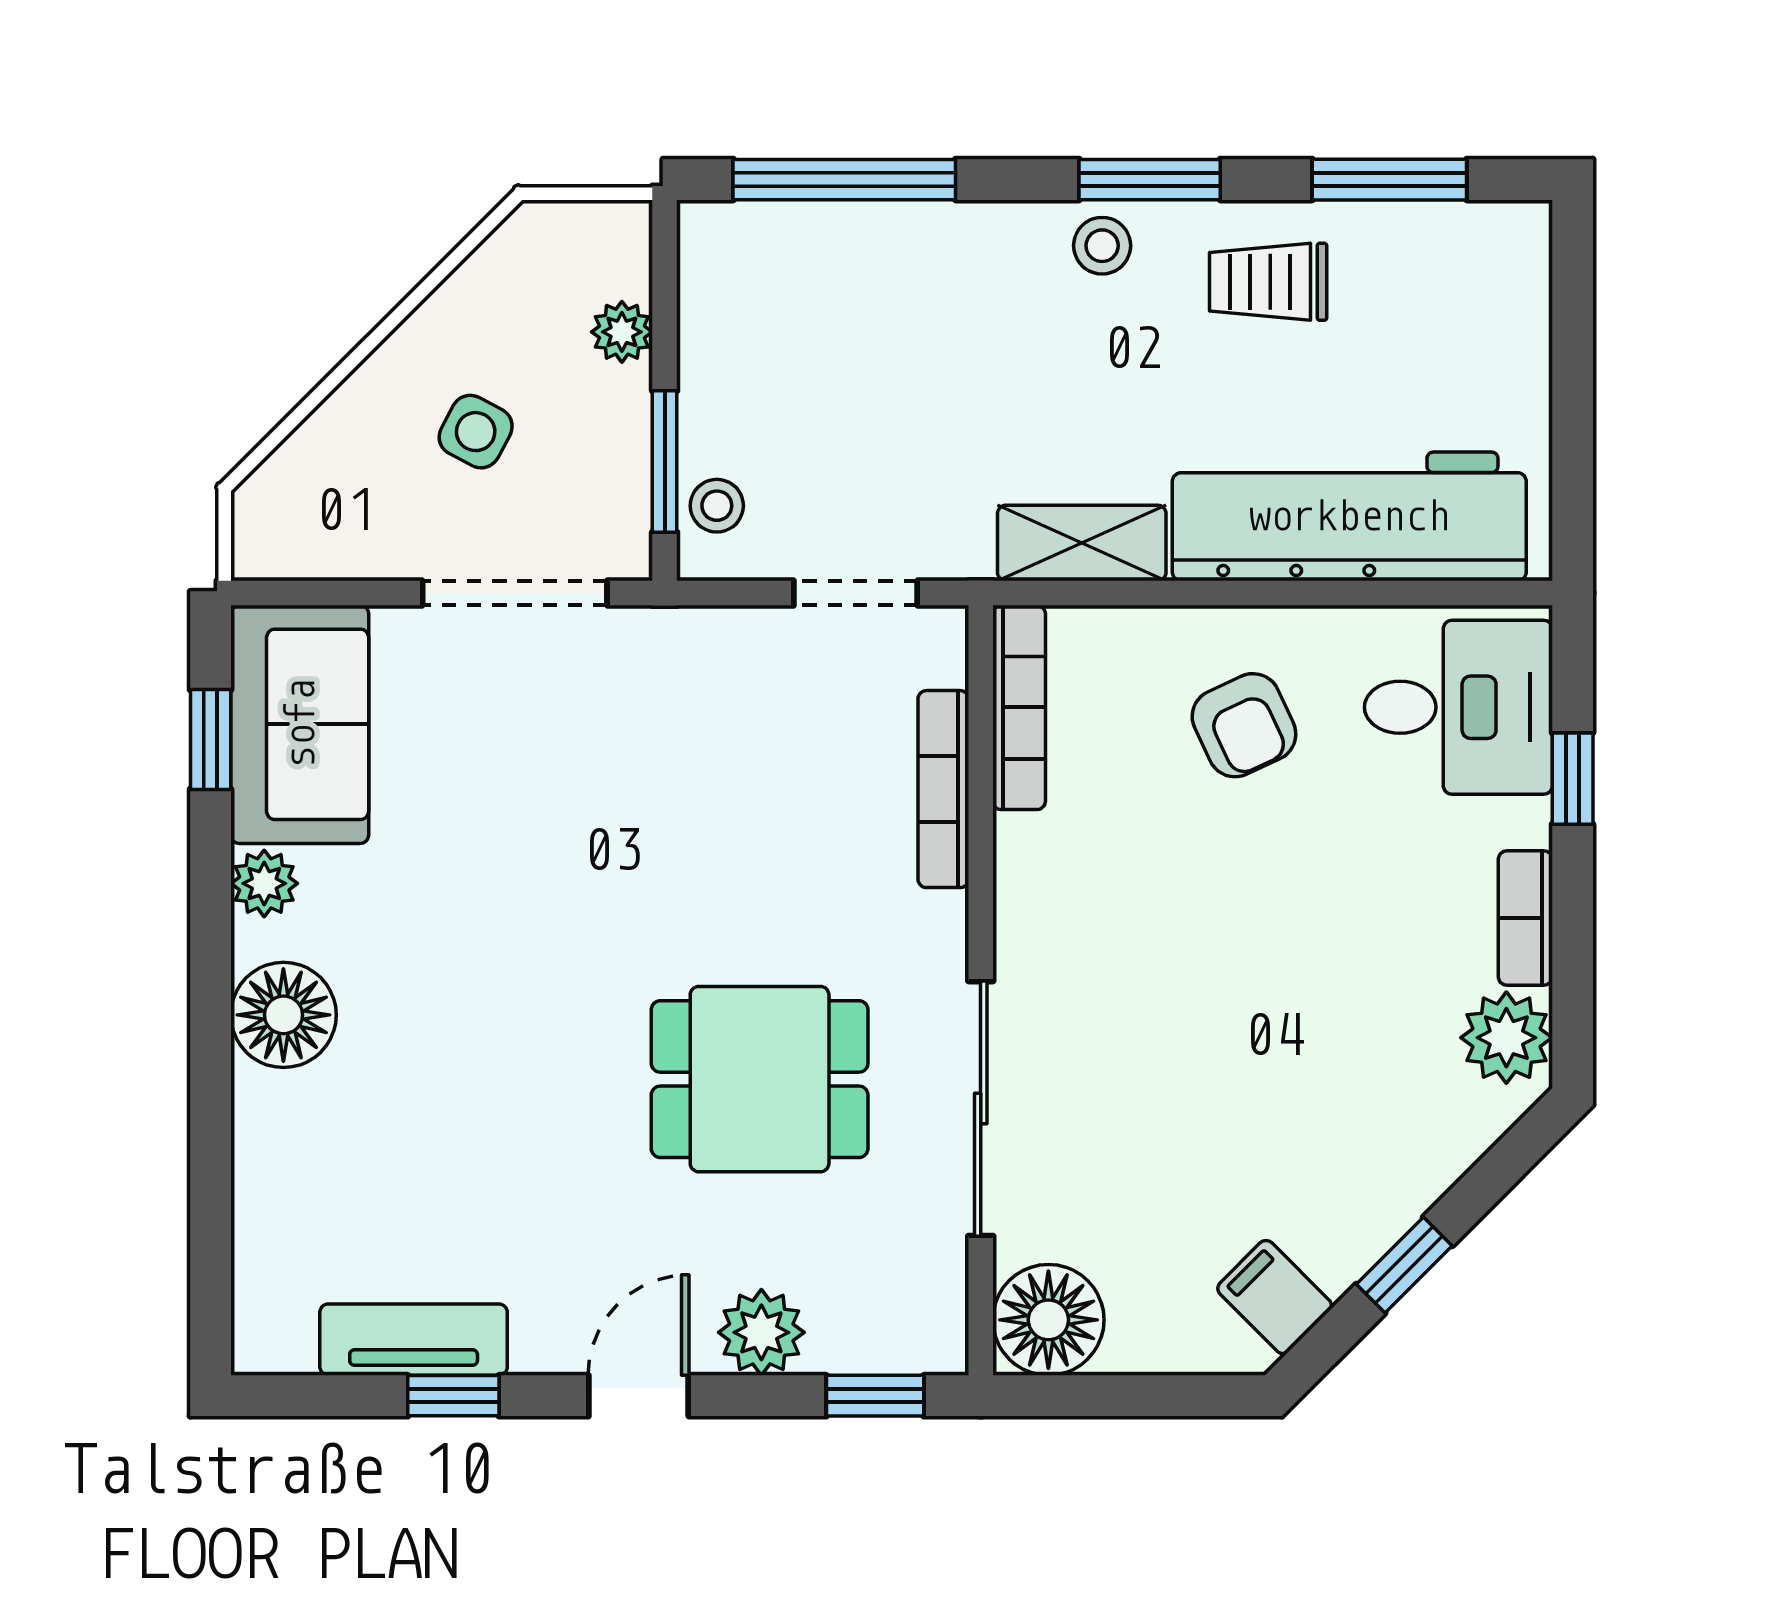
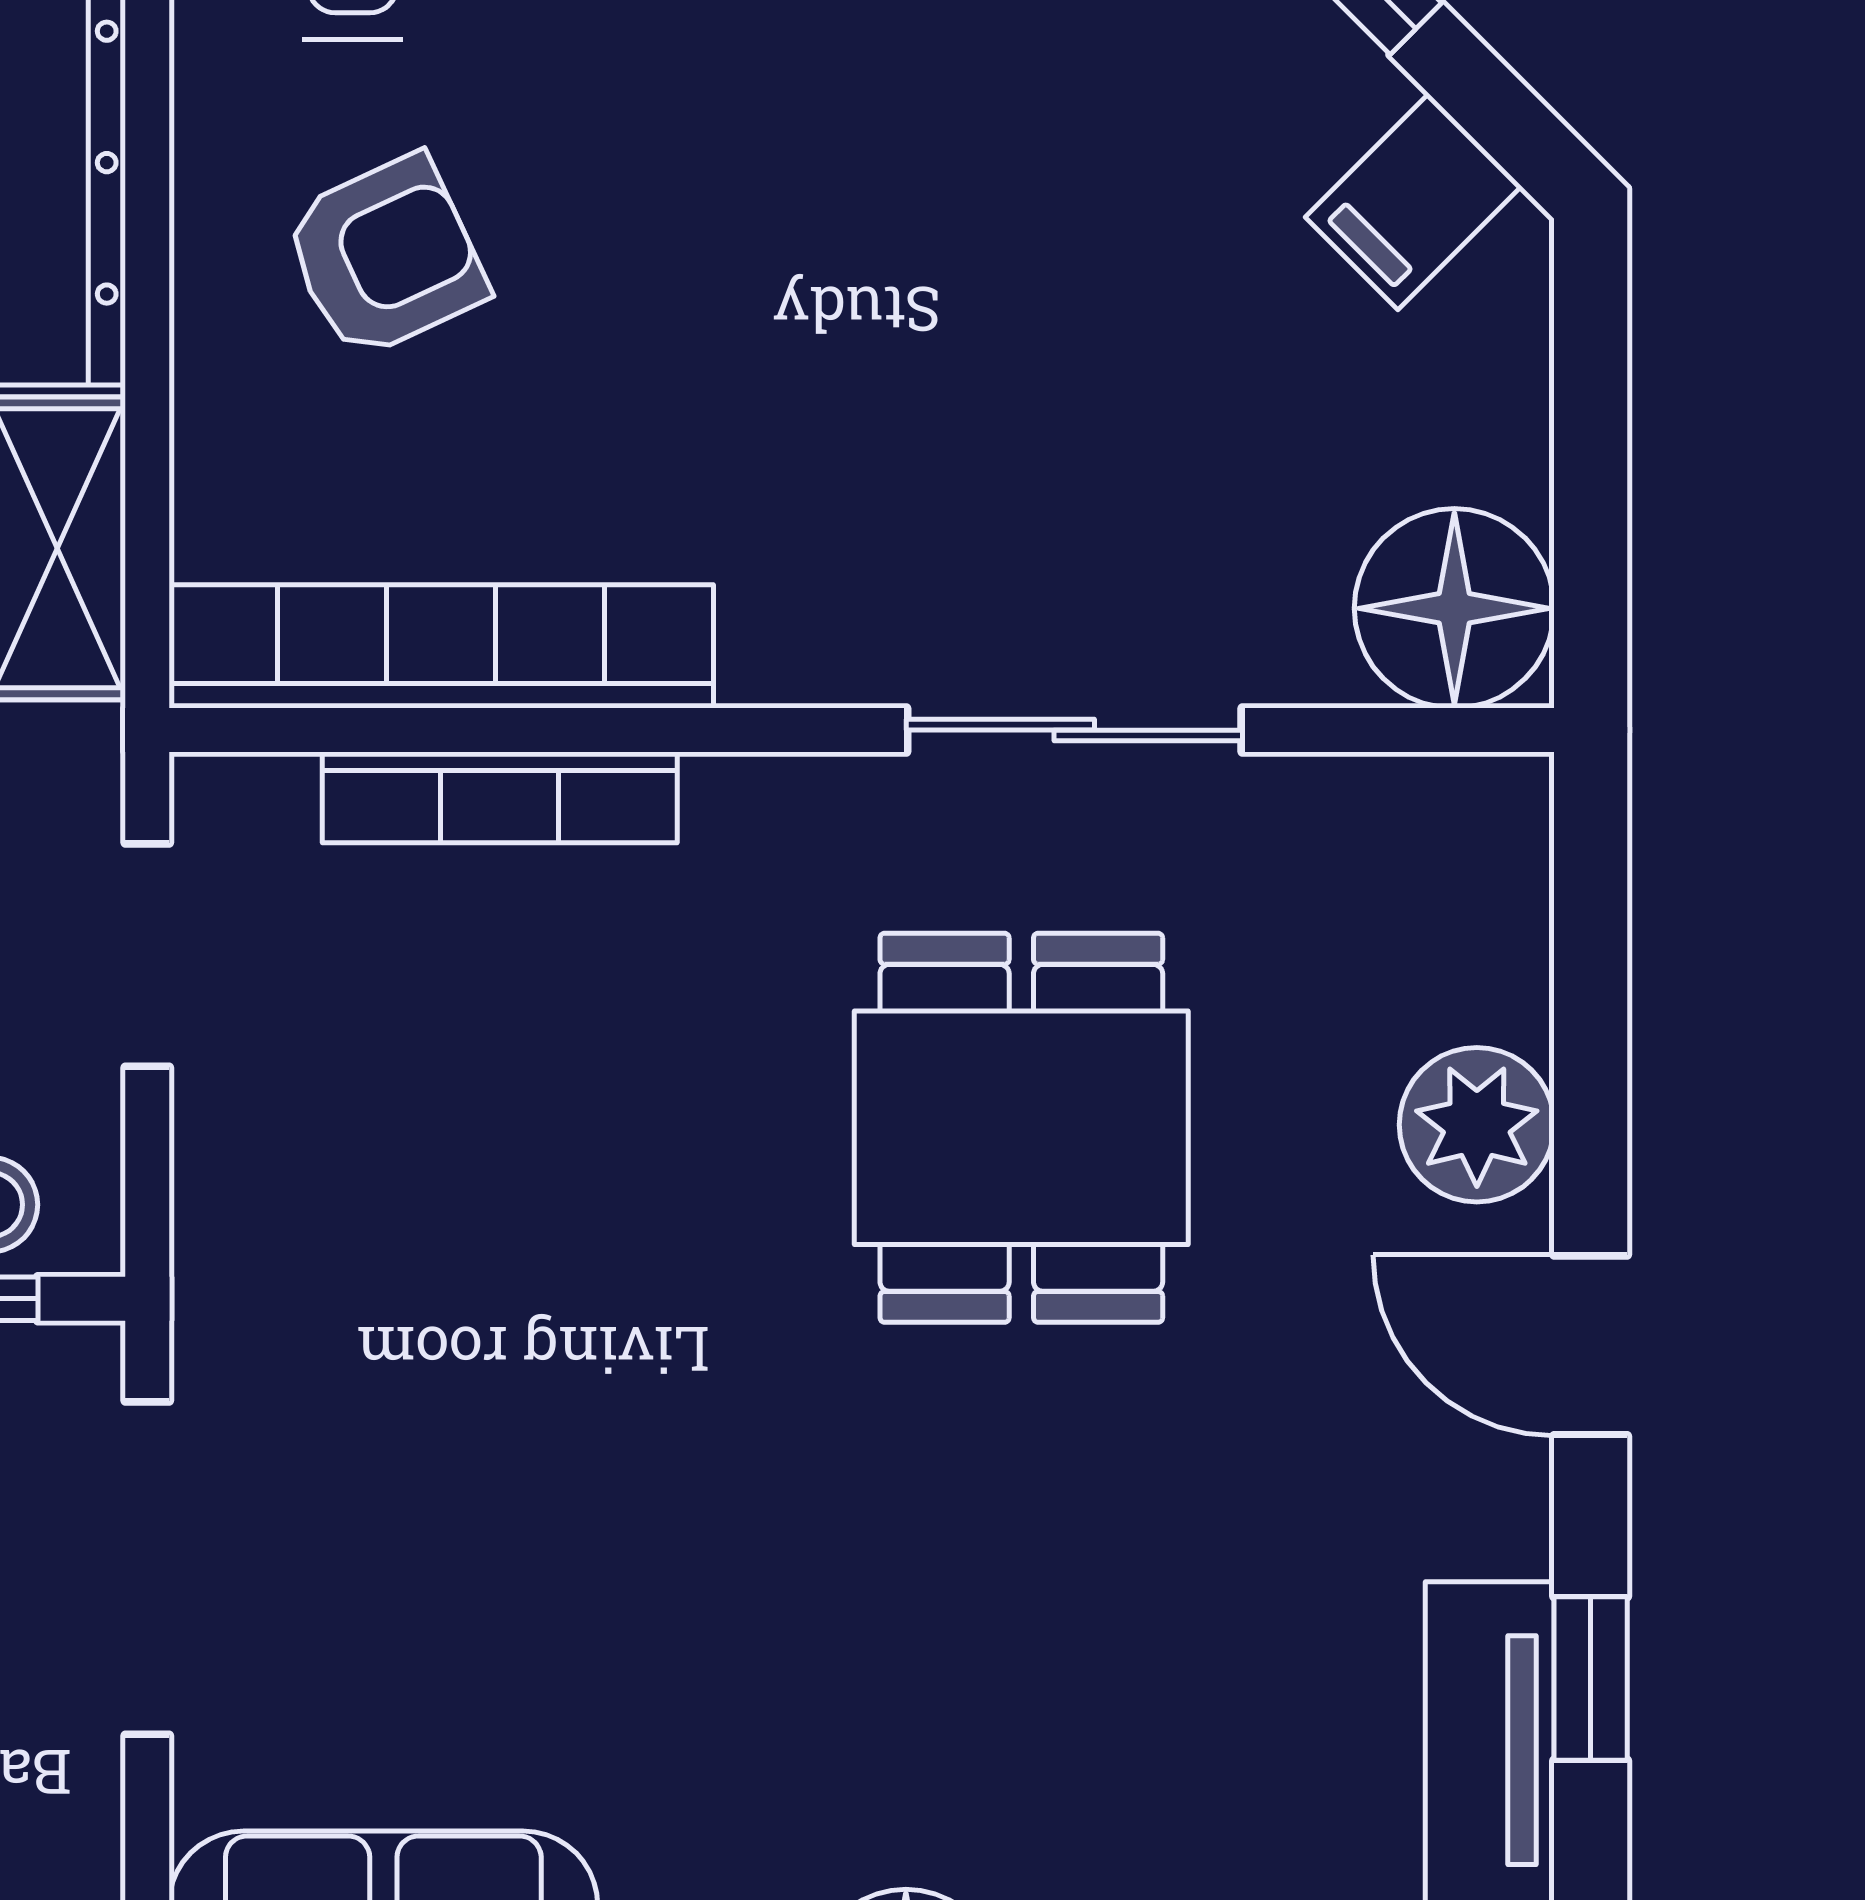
bookcase: (1019, 707) -> (441, 646), width x1.48, depth x1.31
sliding door: (981, 1109) -> (1074, 730), width x0.73
window: (875, 1396) -> (1591, 920), removed

